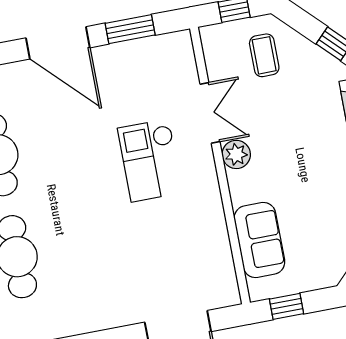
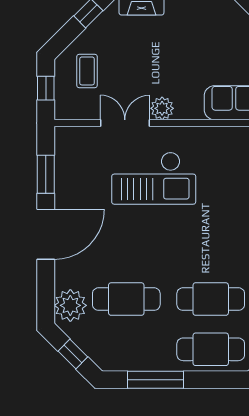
coffee table: (264, 55) -> (87, 71), turned 90
checkout: (150, 160) -> (154, 178), width x1.36, depth x1.21

